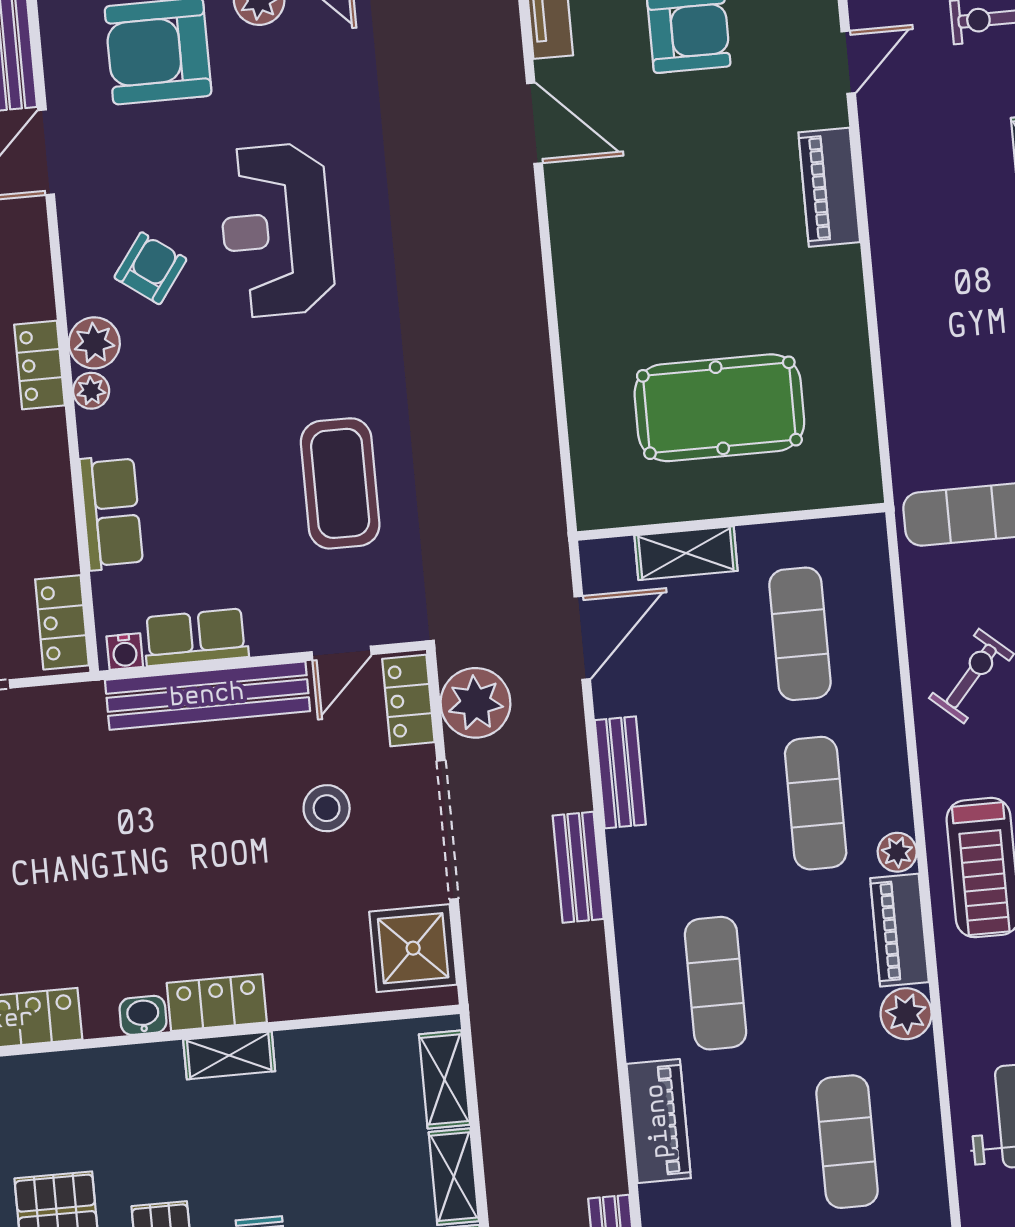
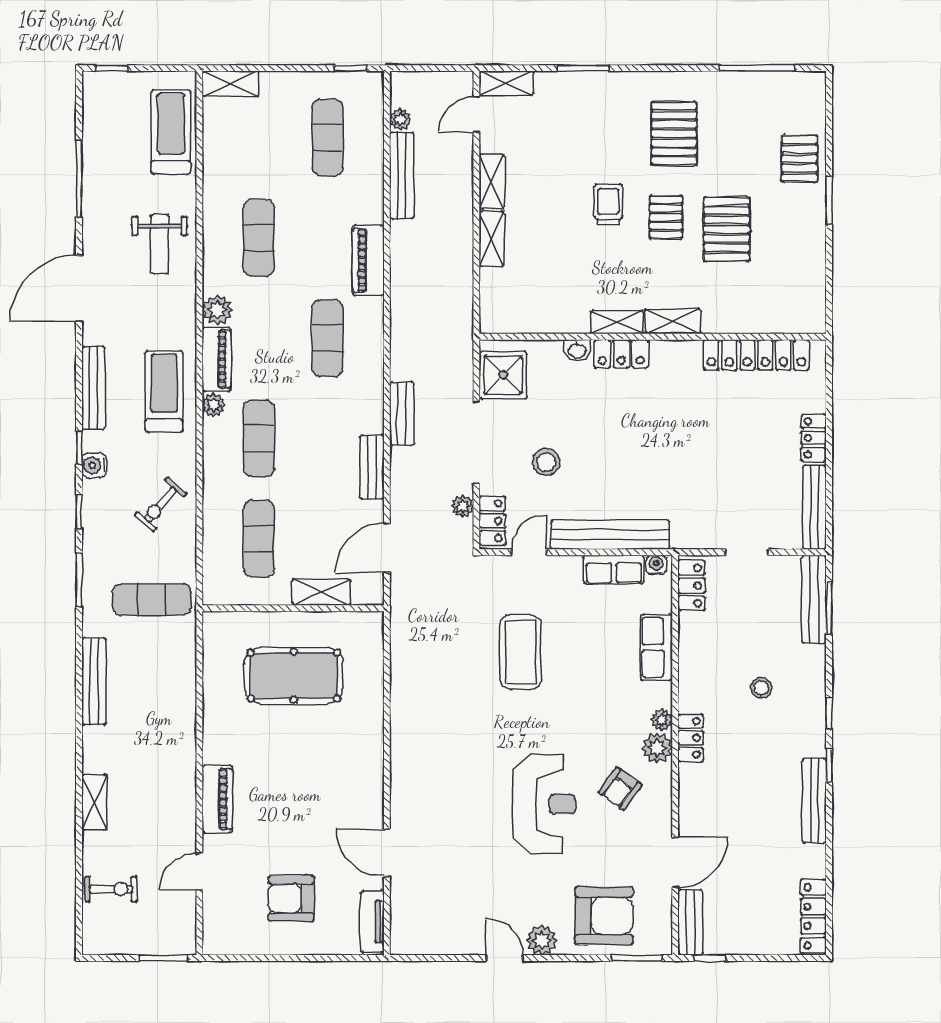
plant: (475, 703) -> (463, 506), width x0.53, depth x0.53
washbasin: (143, 1015) -> (577, 350), moved
shelving: (444, 1079) -> (673, 321), moved, turned 90

